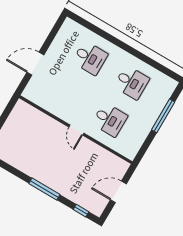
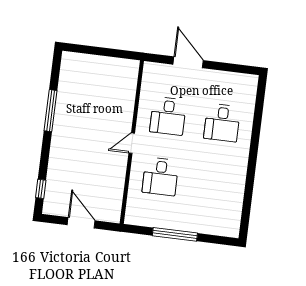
desk: (132, 82) -> (168, 116), moved
window: (163, 116) -> (175, 234), moved
window: (44, 189) -> (51, 111), moved

